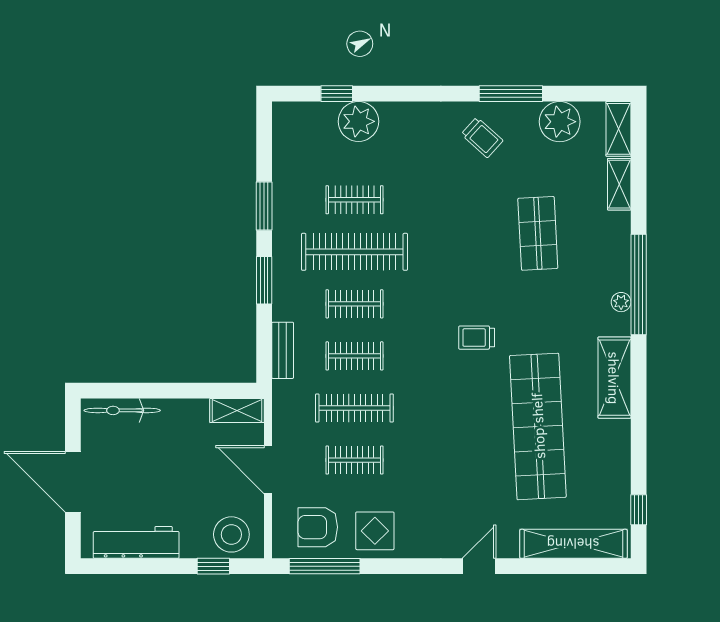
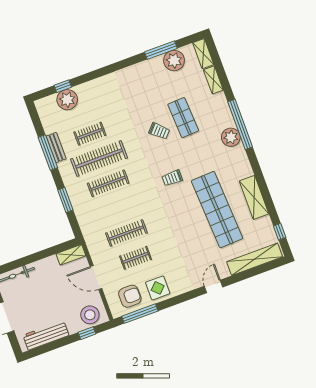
window: (511, 94) -> (161, 50), moved
plant: (358, 121) -> (67, 100), moved
trolley: (482, 137) -> (159, 131), moved
window: (264, 206) -> (48, 152), width x1.44
window: (264, 280) -> (65, 200), moved
plant: (621, 302) -> (231, 137), width x1.88, depth x1.88
clothes rail: (354, 304) -> (108, 183), width x1.36
bench: (283, 350) -> (56, 147), moved
clothes rail: (354, 356) -> (117, 208), removed
shelving: (614, 378) -> (254, 197), moved
armchair: (318, 527) -> (130, 296), turned 180

